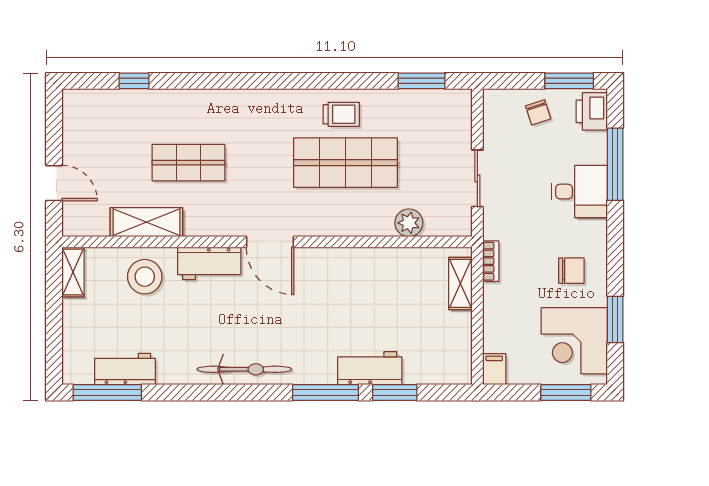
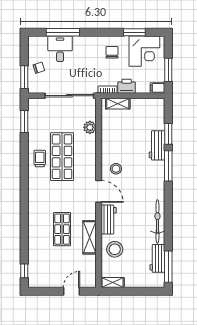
window: (134, 81) -> (24, 271), moved
window: (569, 81) -> (24, 77), moved
printer: (592, 111) -> (127, 86), moved, turned 180
sliding door: (477, 178) -> (69, 96), width x1.86
desk: (579, 191) -> (60, 49), moved
shelving: (146, 222) -> (90, 237), moved
door: (270, 242) -> (99, 191), hinge flipped
stool: (319, 280) -> (116, 169), added
bicycle: (244, 369) -> (157, 221), moved
window: (566, 393) -> (168, 70), moved

